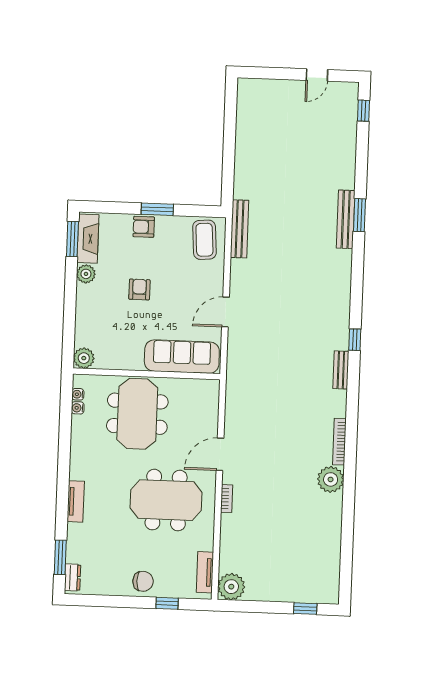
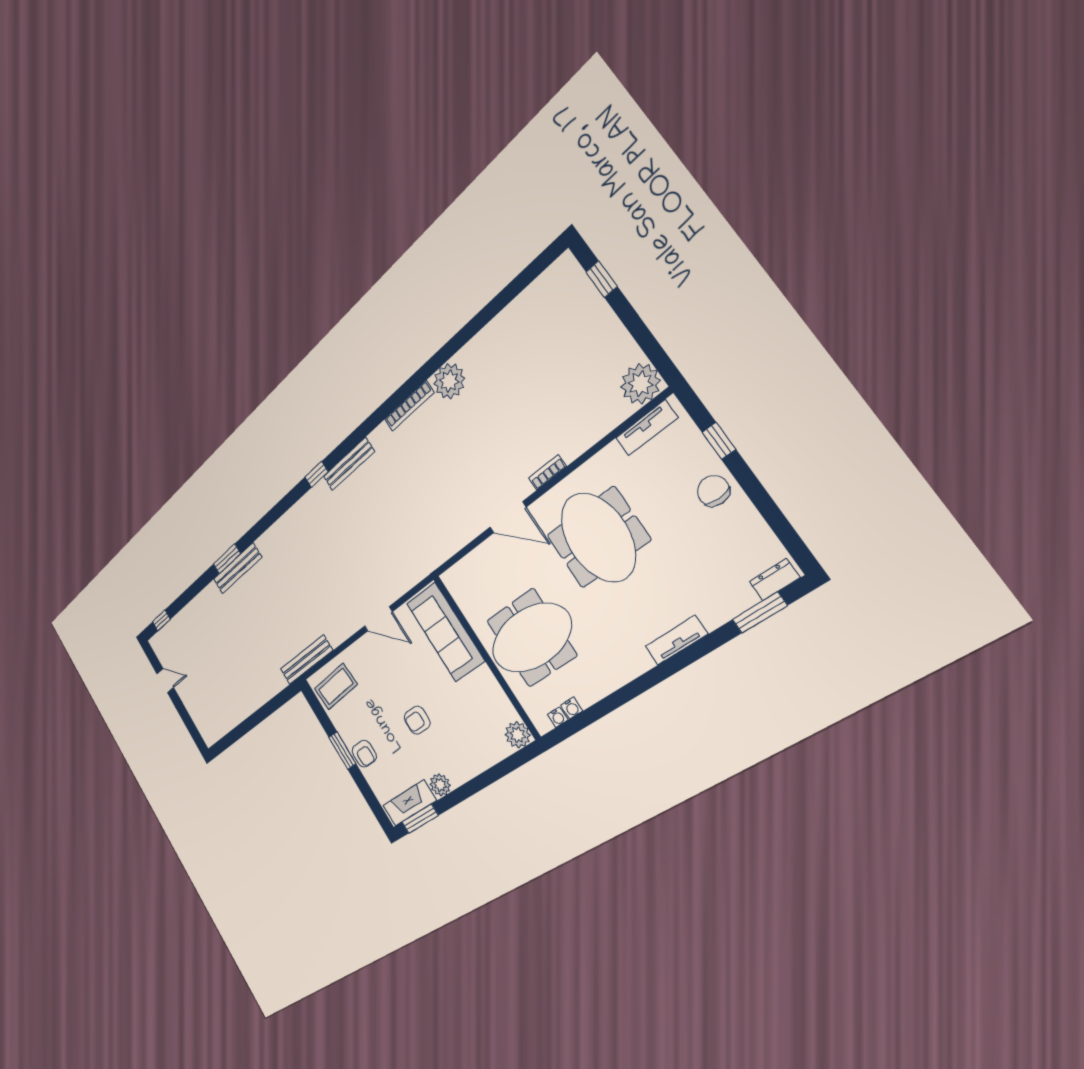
bench: (341, 370) -> (349, 464), width x1.36

